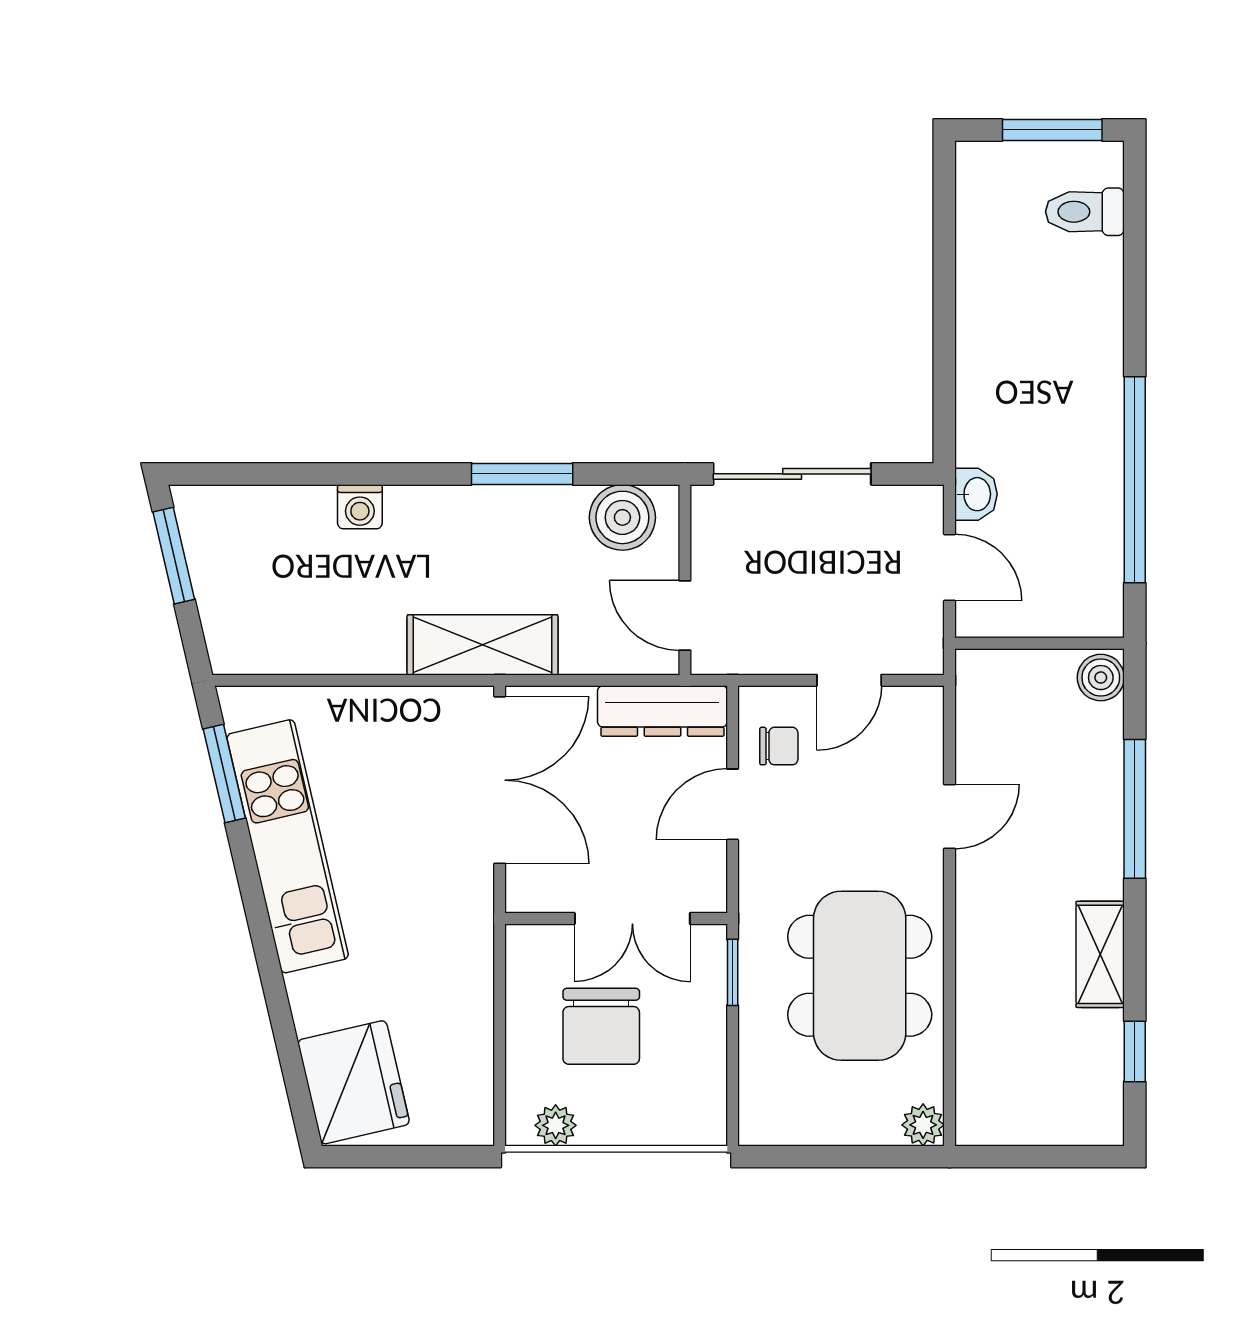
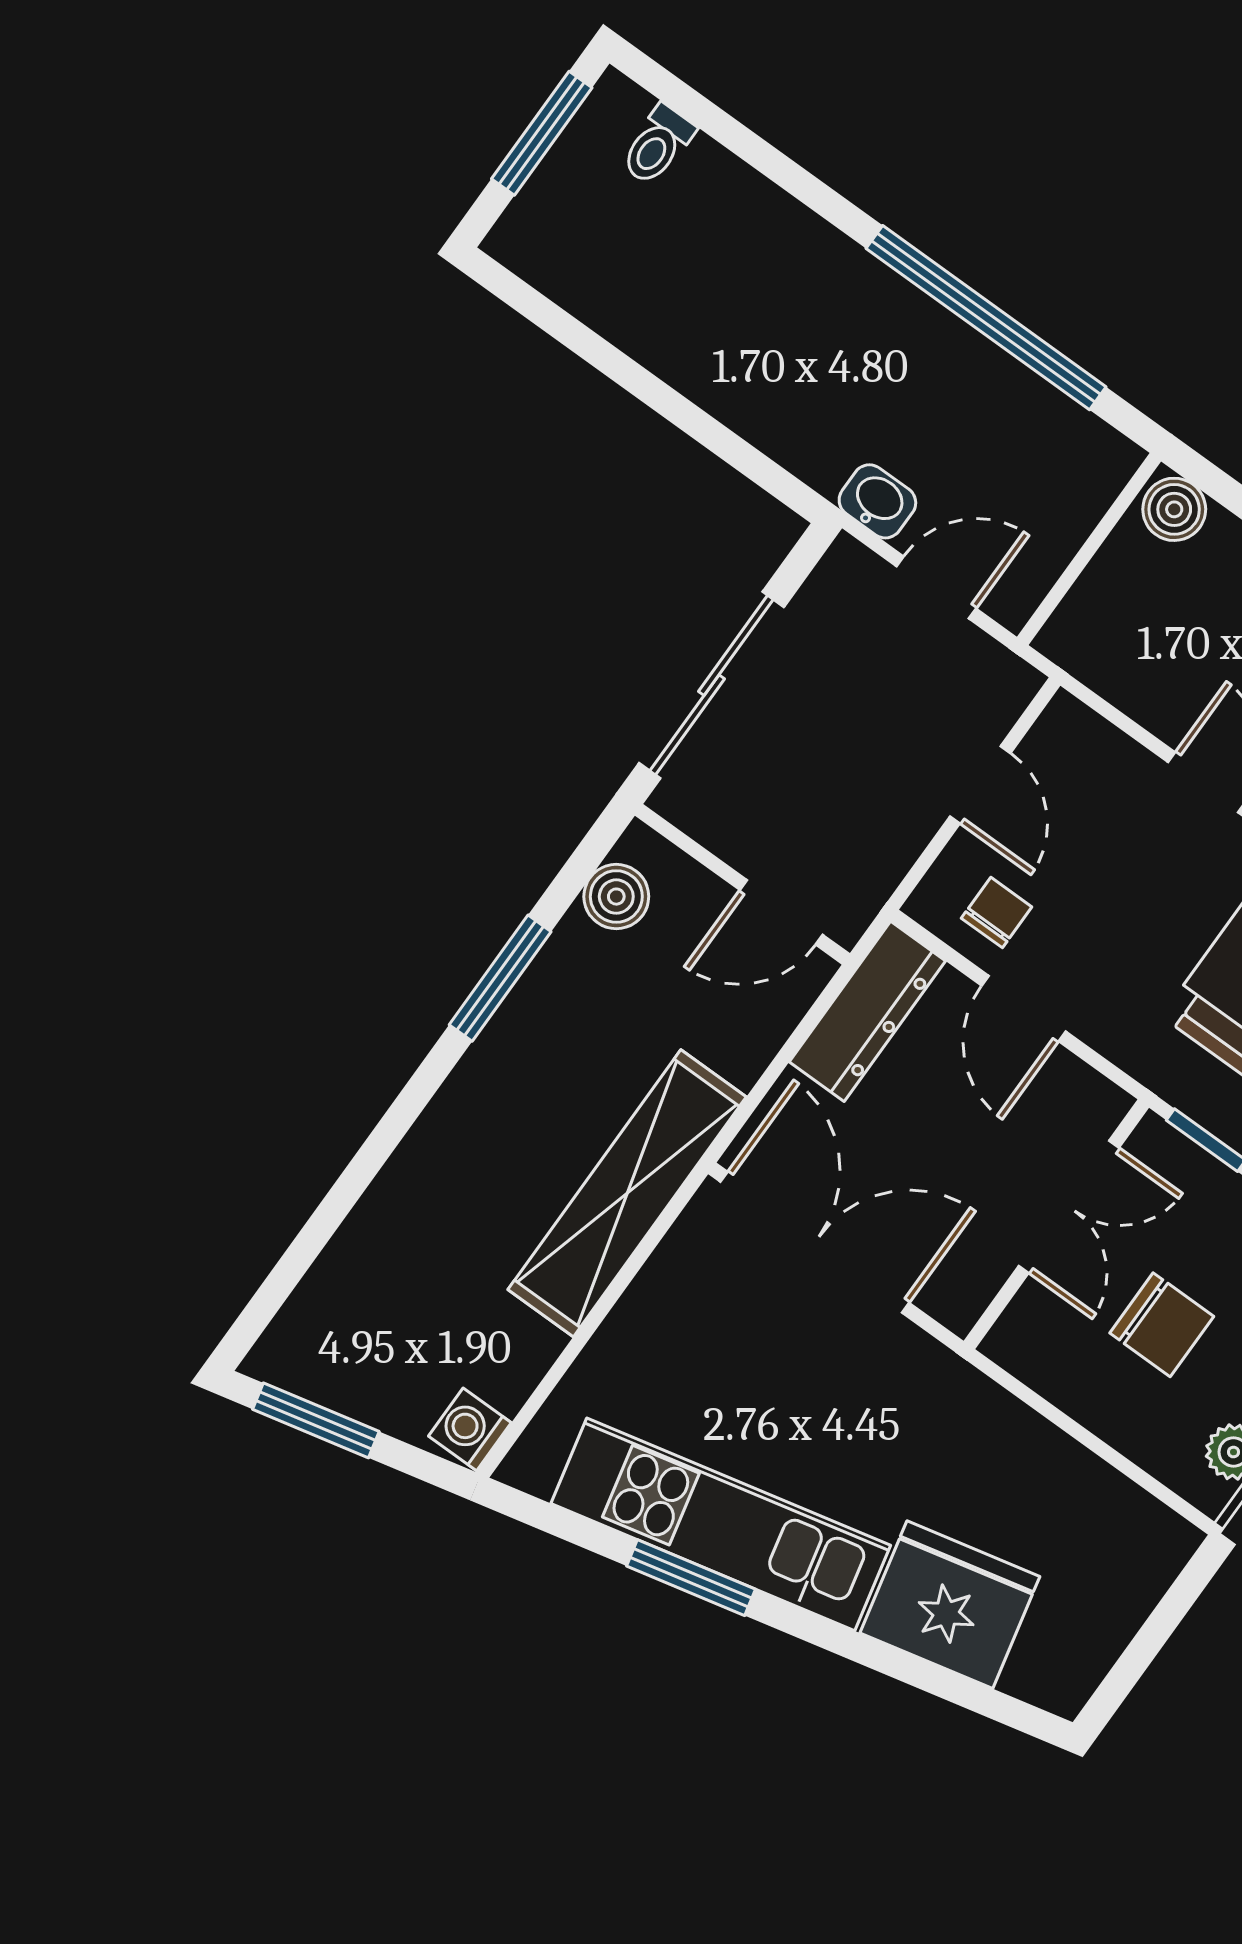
toilet: (1085, 212) -> (658, 145), width x0.73, depth x0.72
washing machine: (360, 507) -> (470, 1429), moved, turned 180
boiler: (622, 517) -> (616, 897), width x0.73, depth x0.73
shelving: (483, 645) -> (627, 1193), width x1.47
window: (224, 773) -> (691, 1578), moved
chair: (601, 1026) -> (1162, 1325), width x0.73, depth x0.73
fridge: (354, 1082) -> (950, 1605), moved

